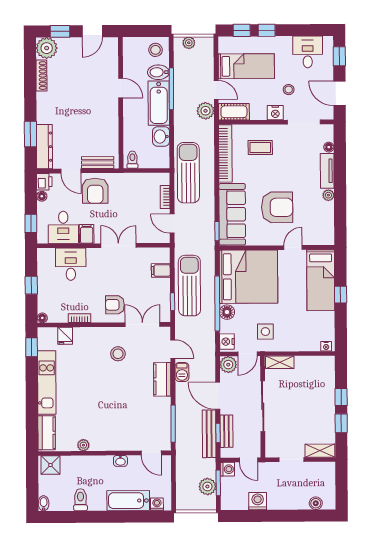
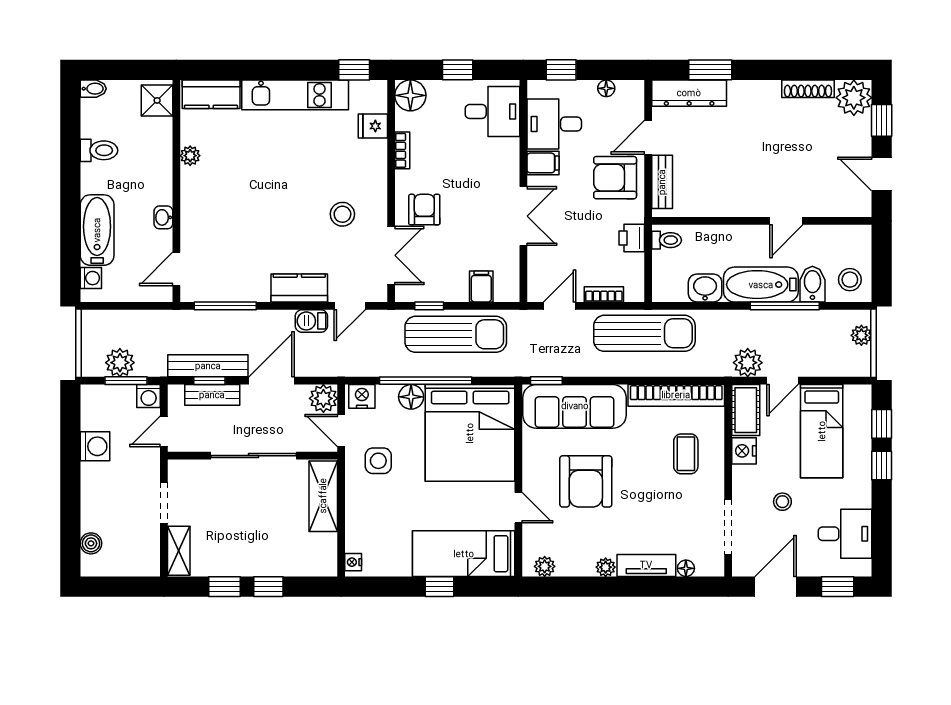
nightstand: (275, 113) -> (744, 451), moved
printer: (44, 182) -> (632, 238), moved, turned 90
plant: (328, 232) -> (545, 566), added
desk: (71, 264) -> (493, 111), moved
floor lamp: (42, 318) -> (410, 95), width x1.89, depth x1.89
shelving: (280, 362) -> (323, 496), width x1.50, depth x1.33

